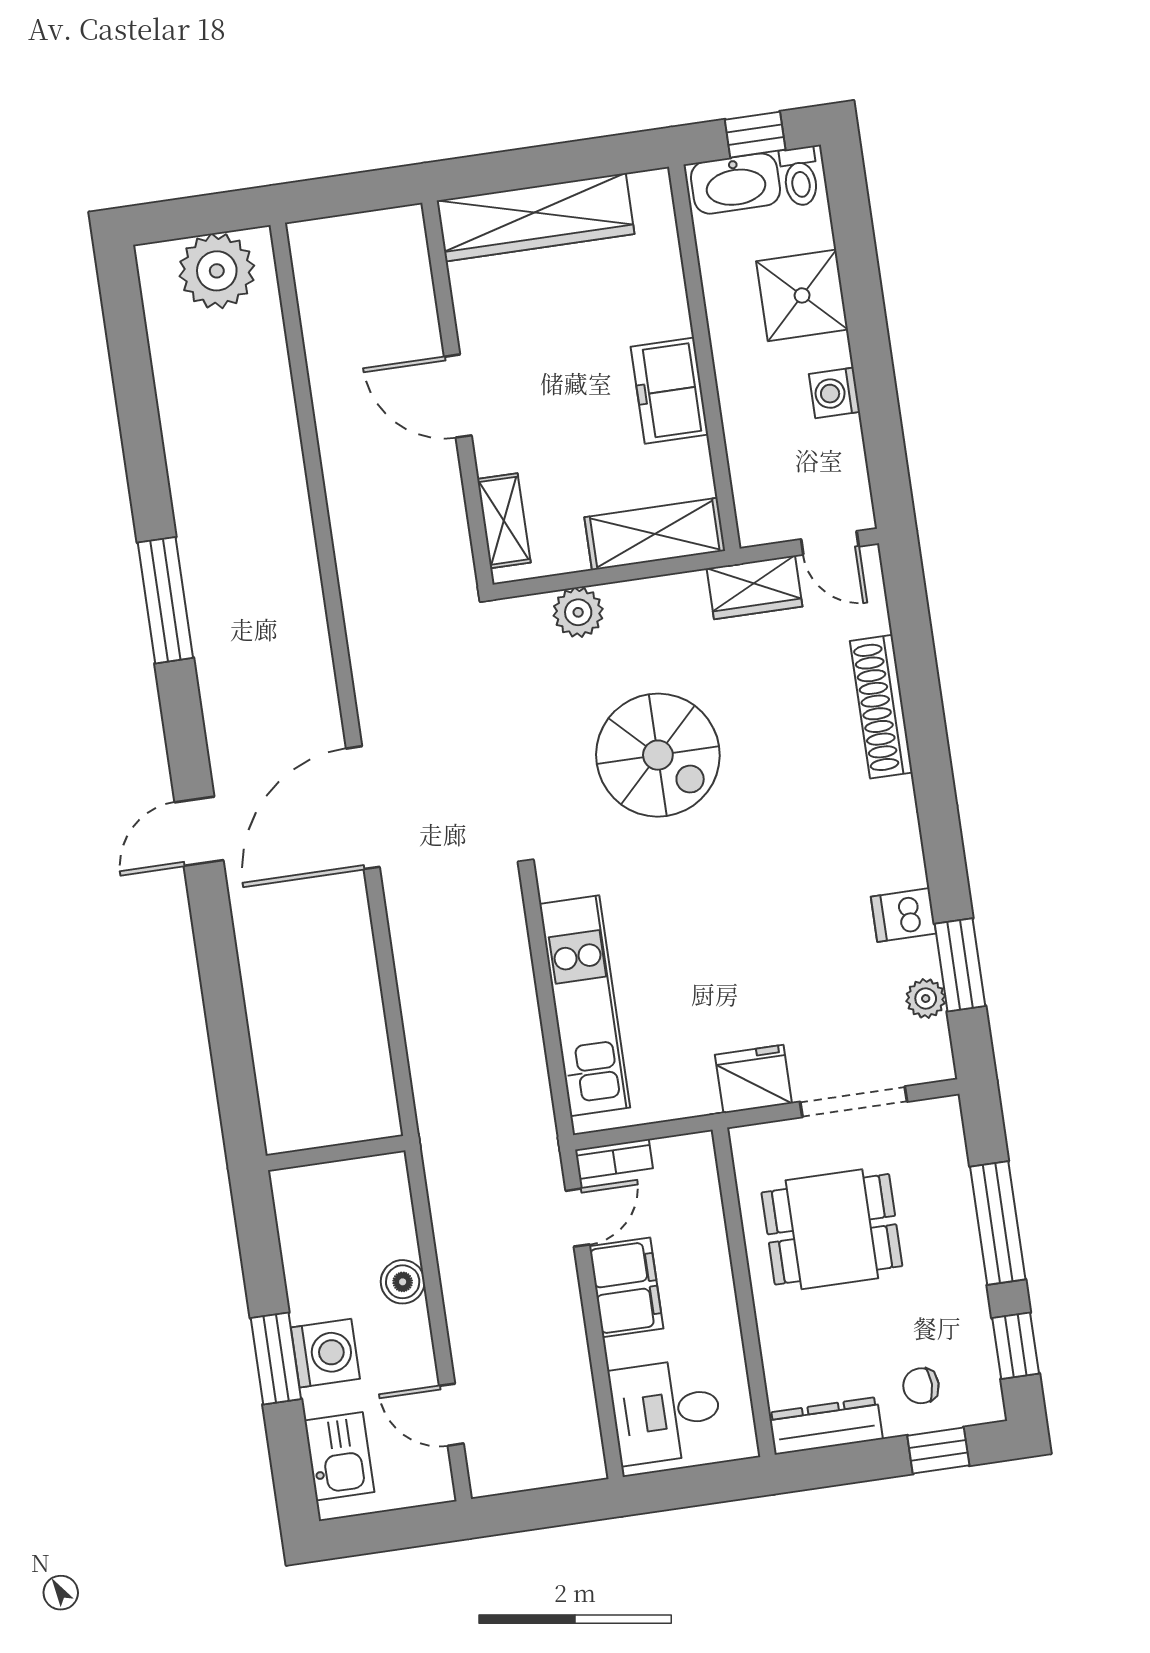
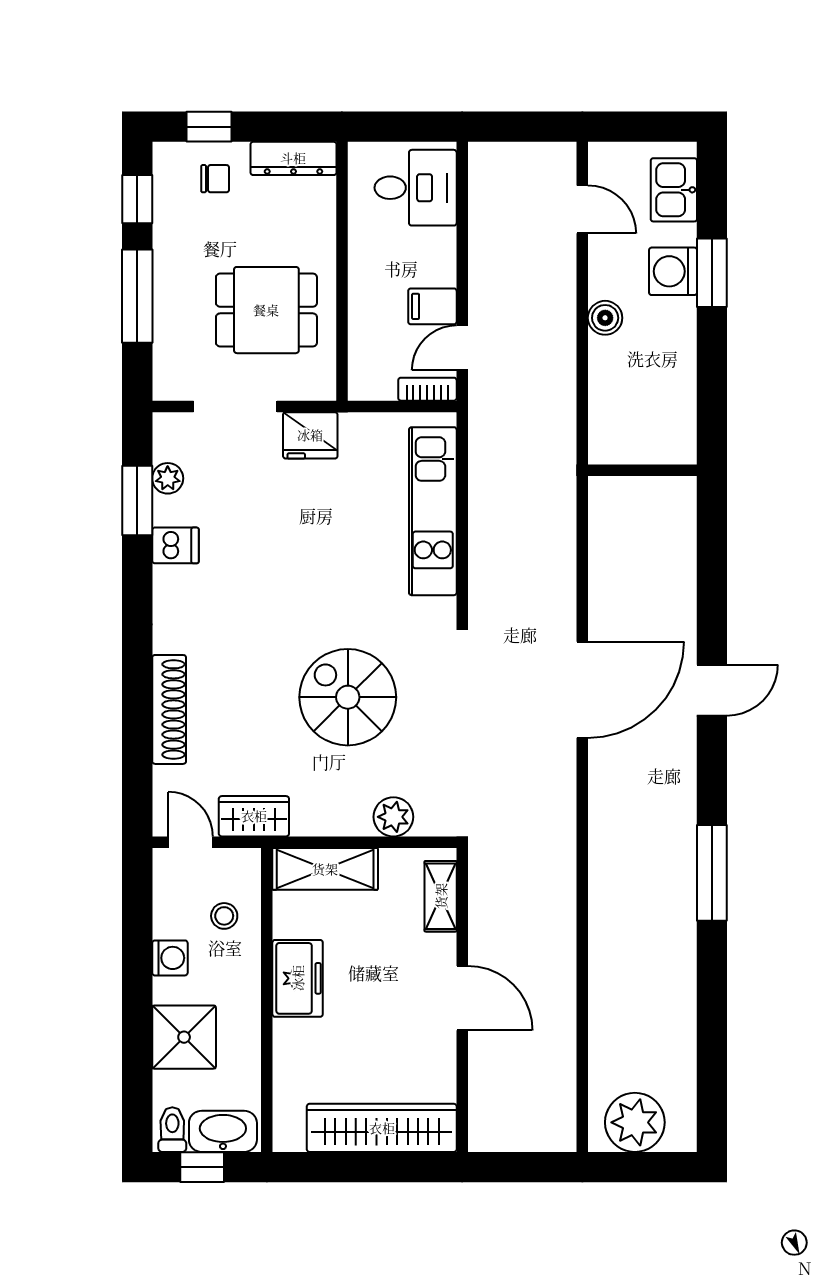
stool: (774, 456) -> (224, 916), added
wall: (336, 1153) -> (642, 470), moved
filing cabinet: (626, 1287) -> (432, 306), width x0.50

